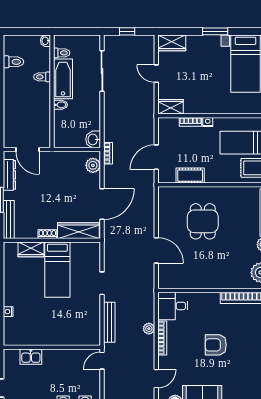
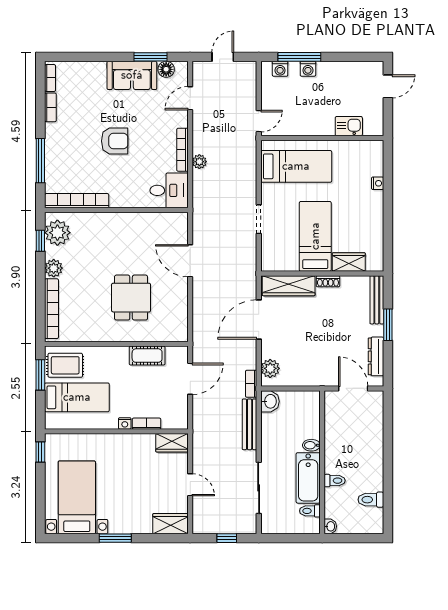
bench: (109, 322) -> (250, 424), moved
bed: (72, 325) -> (296, 166), added

